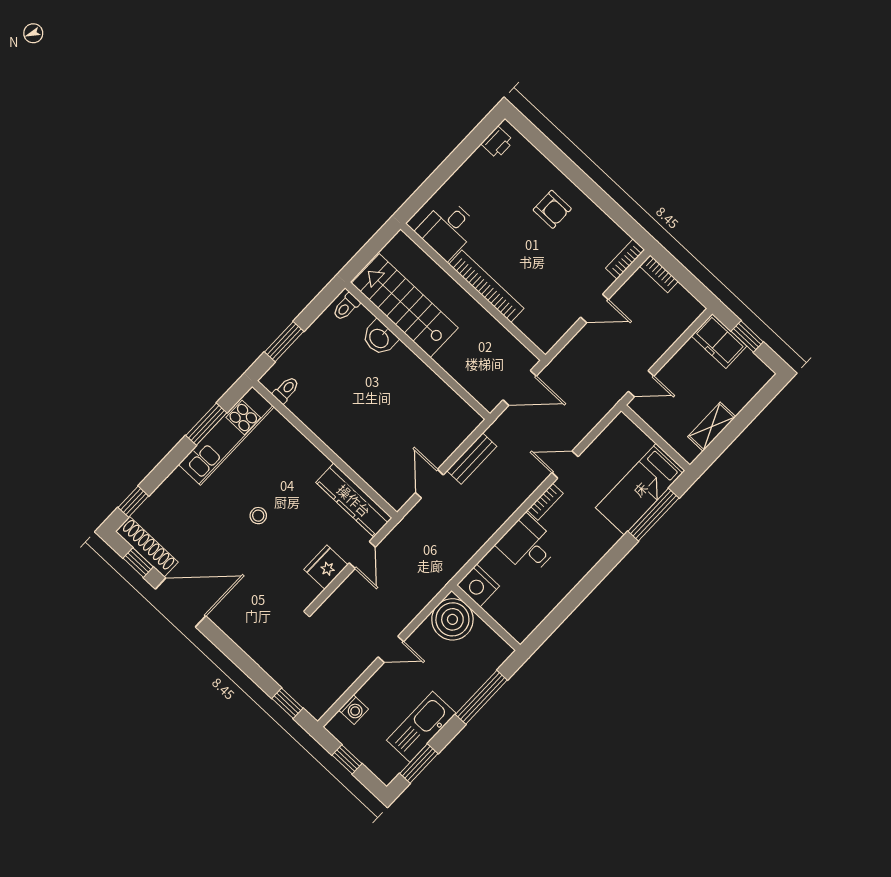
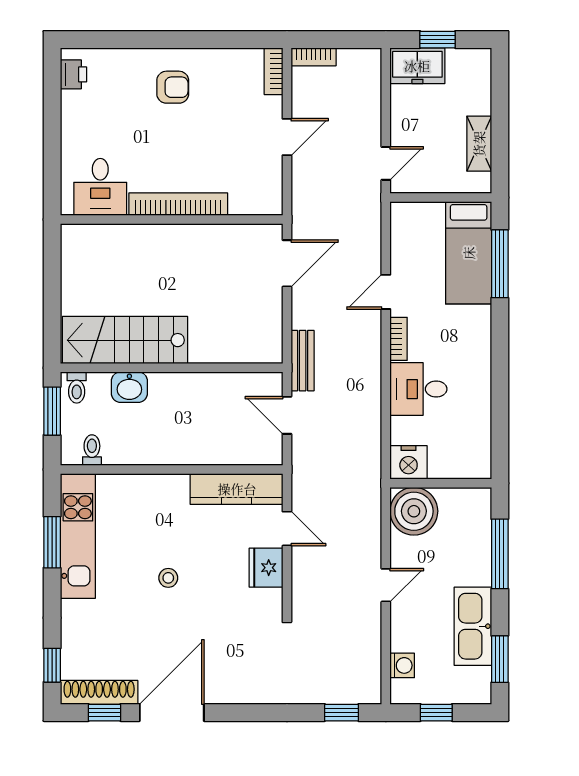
stairs: (405, 306) -> (125, 340), moved
toilet: (346, 307) -> (77, 388), moved
washbasin: (380, 338) -> (129, 387), moved
wall: (418, 351) -> (172, 368), moved

